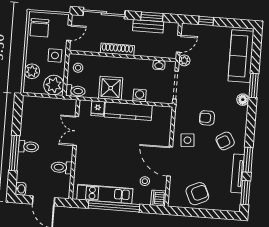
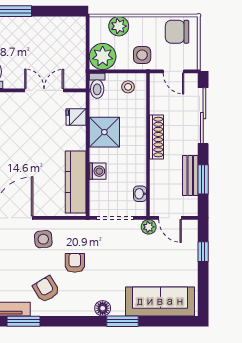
kitchen counter: (128, 111) -> (76, 182), moved
toilet: (29, 147) -> (18, 29), removed

